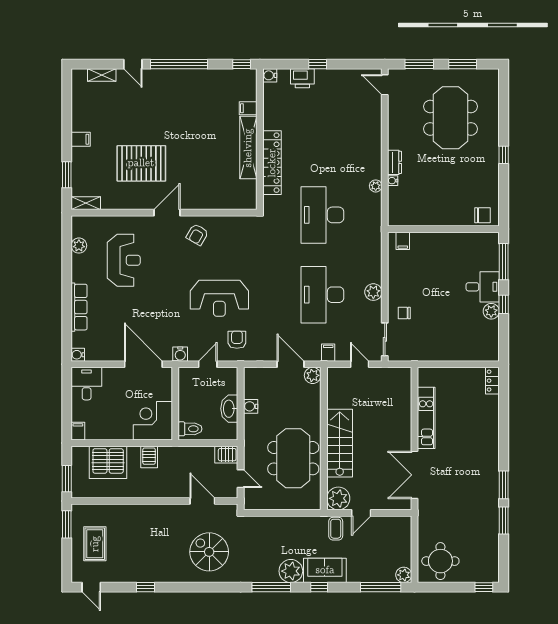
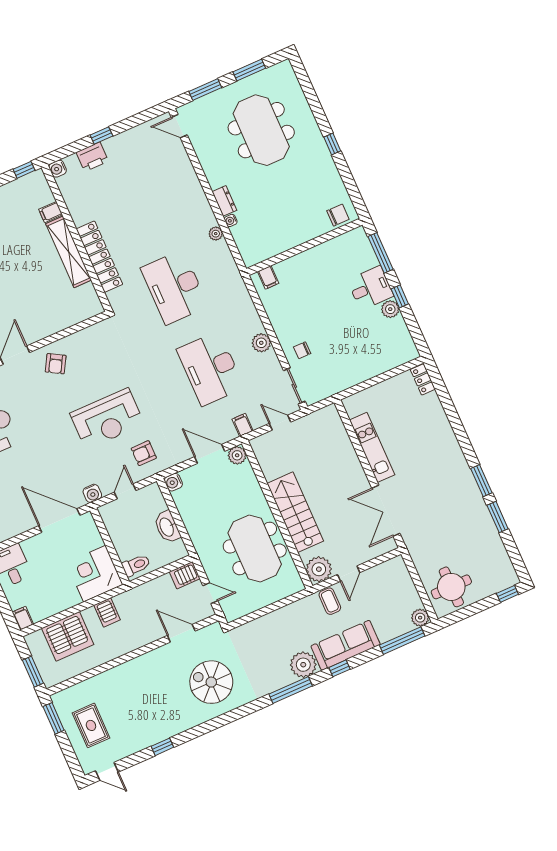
armchair: (237, 340) -> (144, 453), turned -90
water cooler: (251, 406) -> (173, 482), moved
sofa: (325, 570) -> (346, 645), width x1.36

